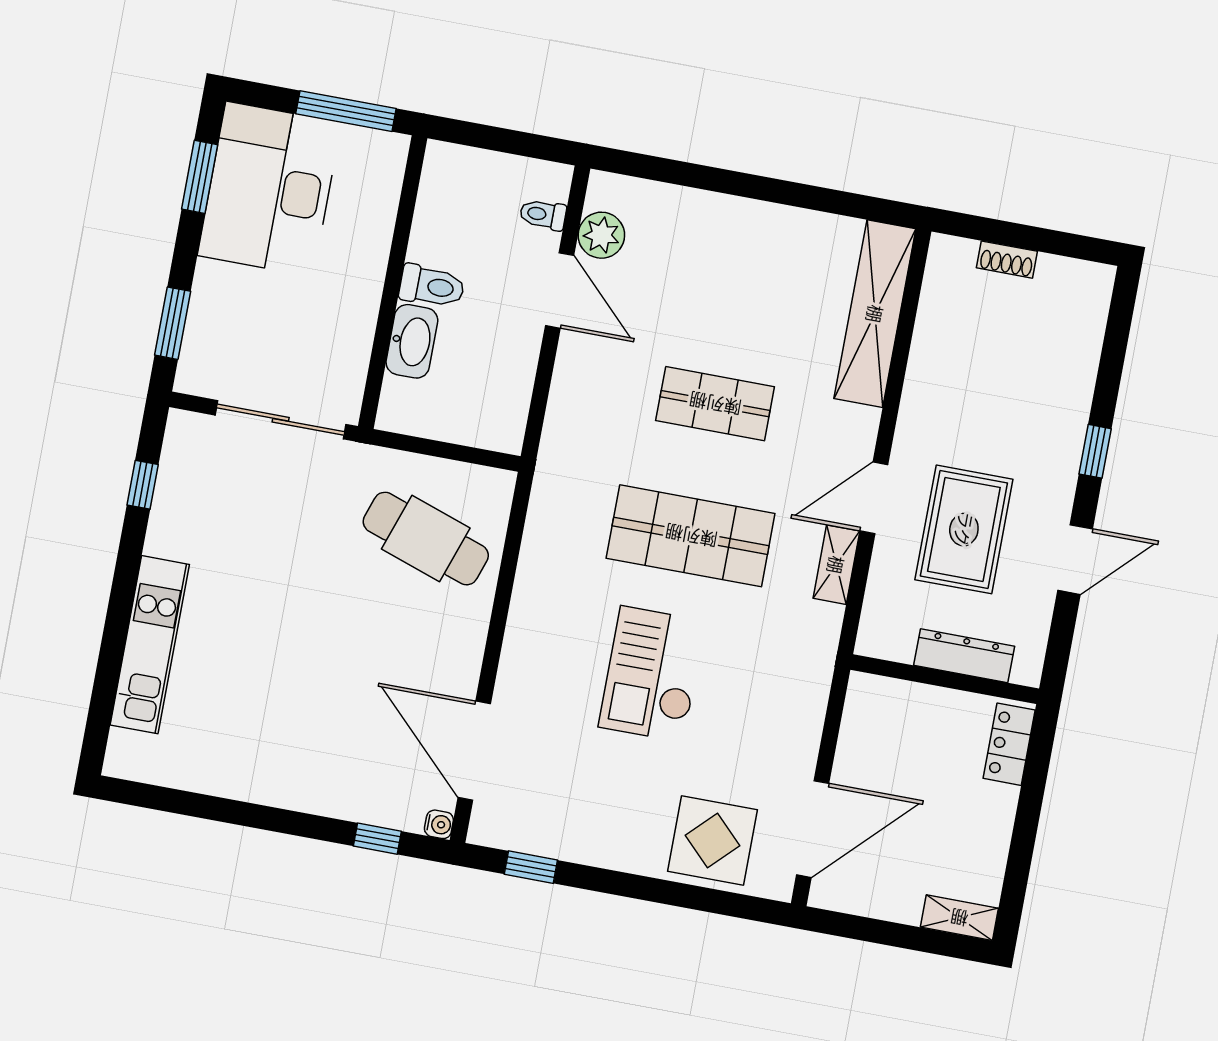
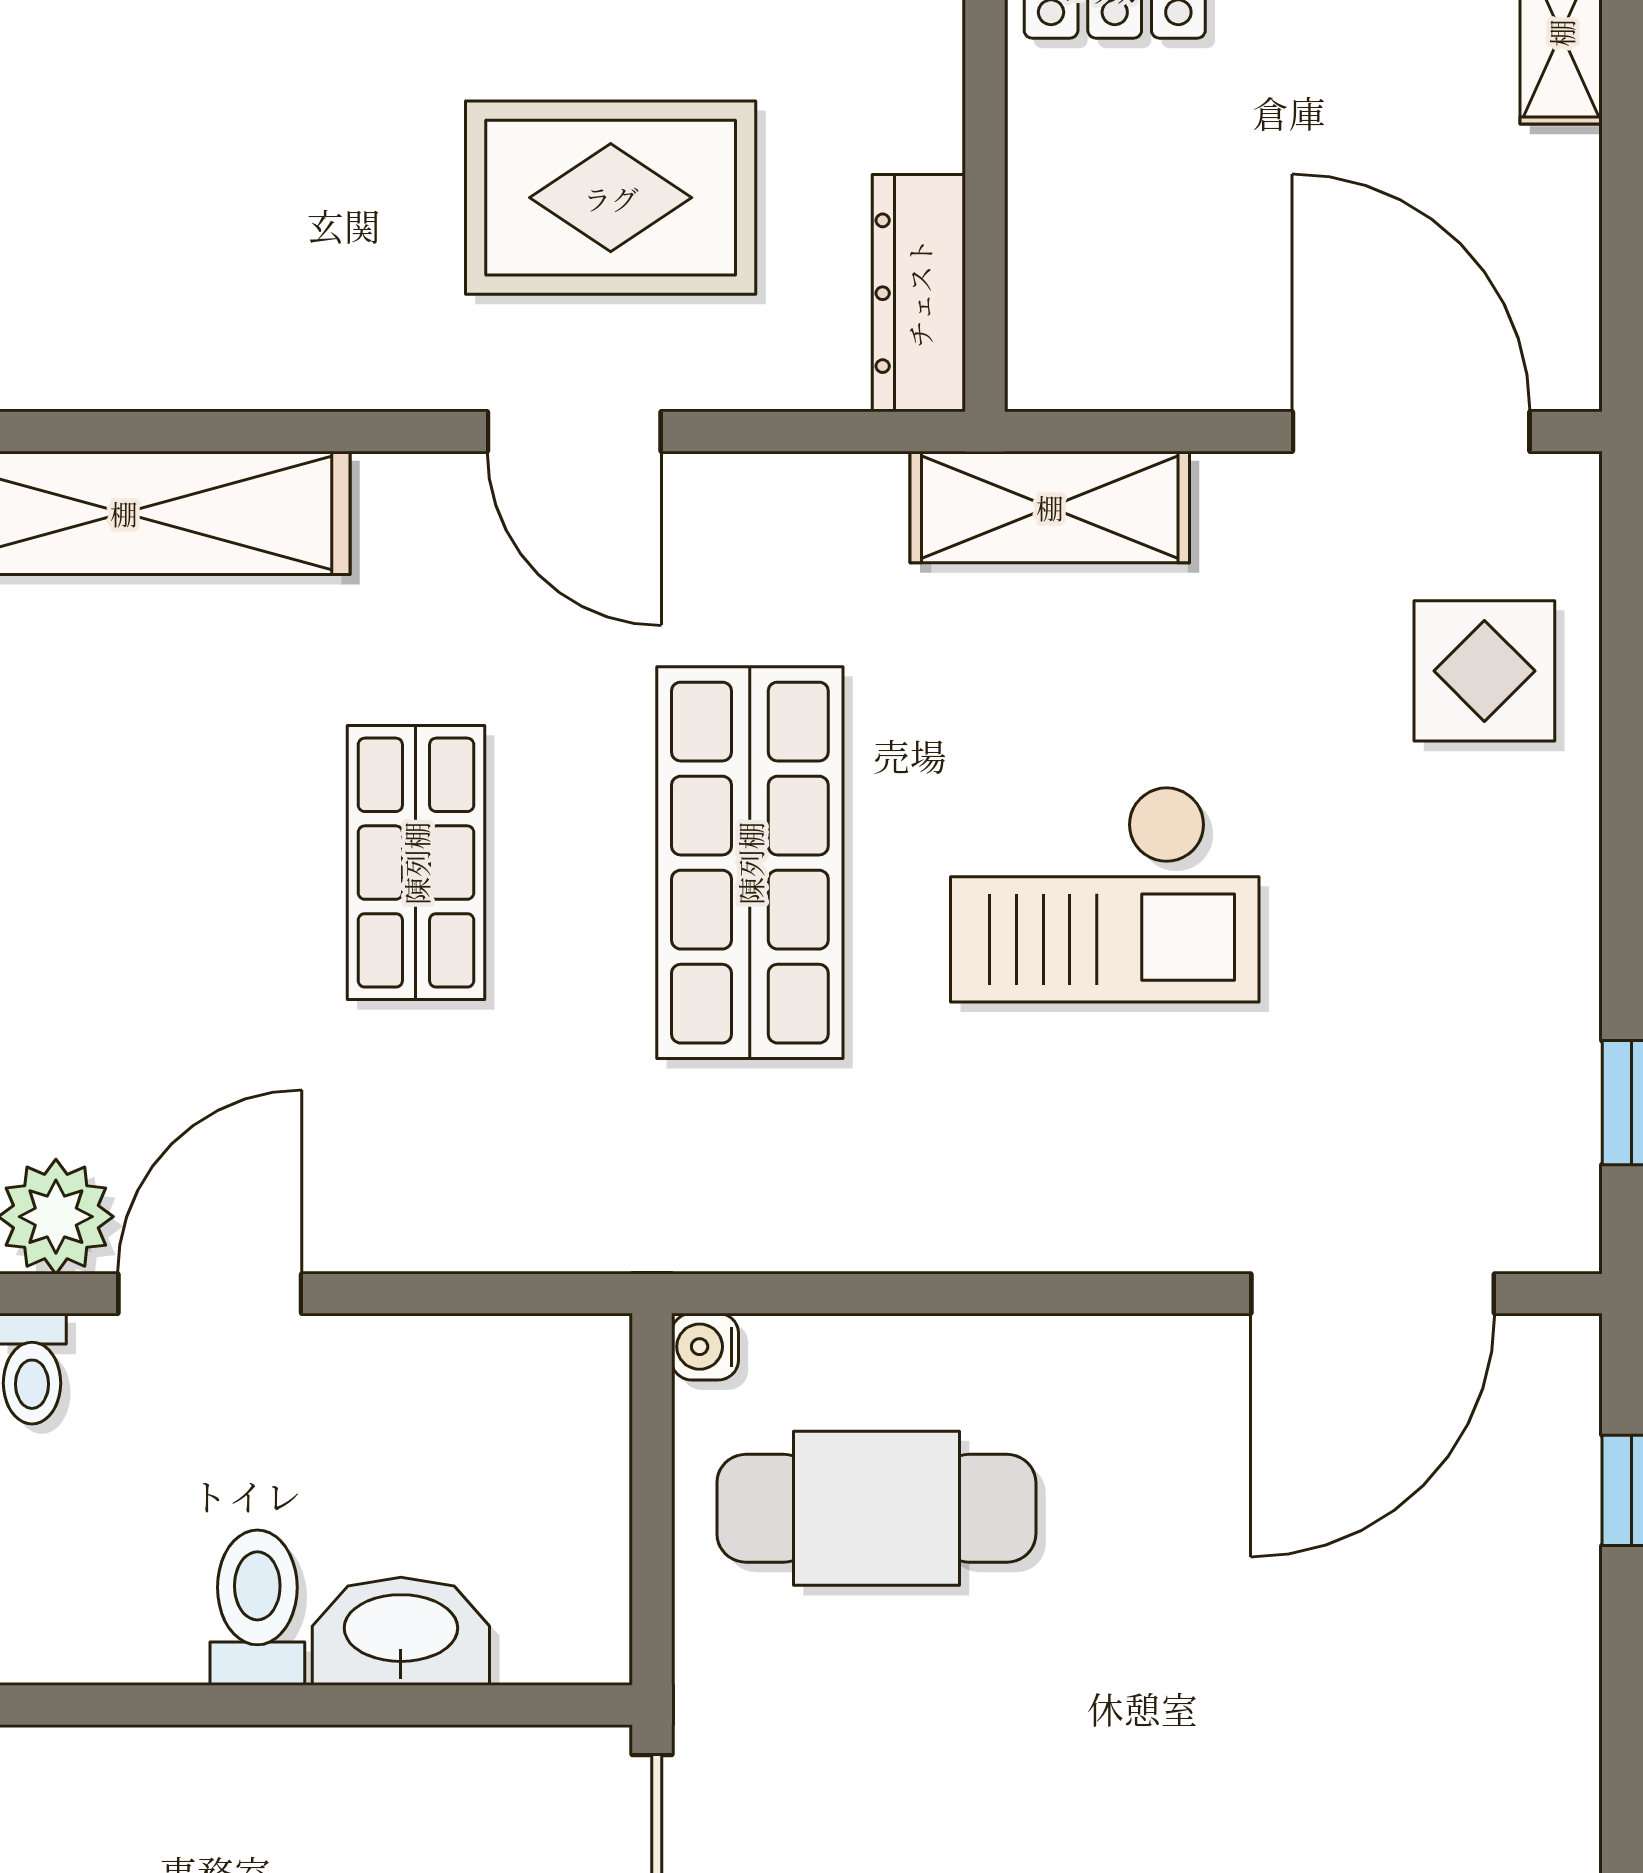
cafe table: (426, 539) -> (876, 1508), turned 71
shelving: (836, 565) -> (1050, 507), moved, width x1.50, depth x1.33
dresser: (964, 656) -> (919, 293), moved
water cooler: (439, 824) -> (705, 1347), moved, turned -90
display table: (713, 841) -> (1484, 671), width x0.73, depth x0.73

